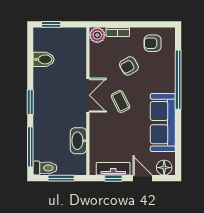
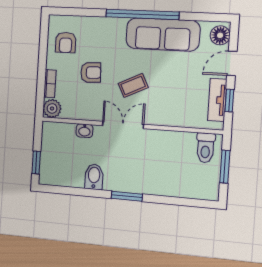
bidet: (44, 59) -> (94, 177), moved
armchair: (129, 66) -> (91, 73), turned -63
window: (178, 80) -> (142, 14), moved
washbasin: (78, 141) -> (84, 131), moved, width x0.52, depth x0.69
window: (30, 147) -> (182, 202), removed
toilet: (45, 168) -> (205, 148), moved, turned 180

